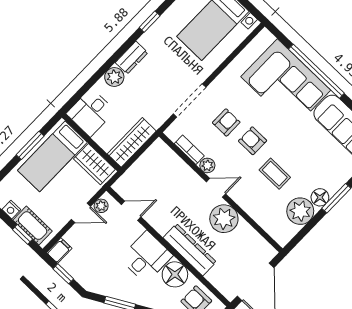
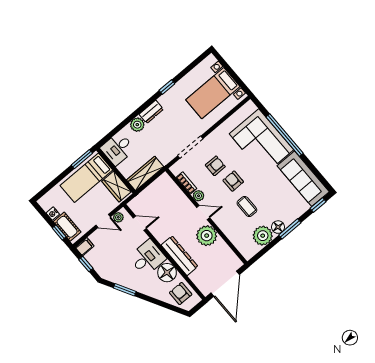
window: (30, 145) -> (82, 159), moved

